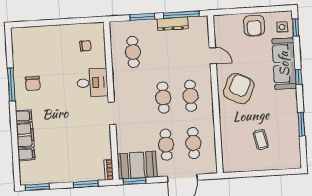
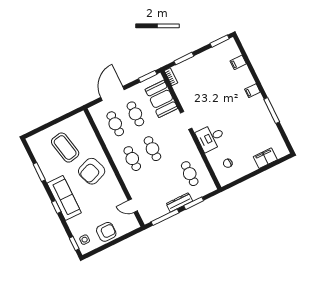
dresser: (173, 24) -> (179, 202), moved
armchair: (254, 26) -> (106, 232), turned 90
door: (213, 56) -> (133, 206), moved
sofa: (284, 64) -> (64, 198), moved
chair: (33, 84) -> (256, 118), removed
armchair: (239, 89) -> (92, 171), moved, turned 44
filing cabinet: (25, 135) -> (265, 158), moved, turned 90
coffee table: (261, 140) -> (65, 148), width x1.86, depth x1.72
booth: (137, 165) -> (161, 99), moved, turned 90

